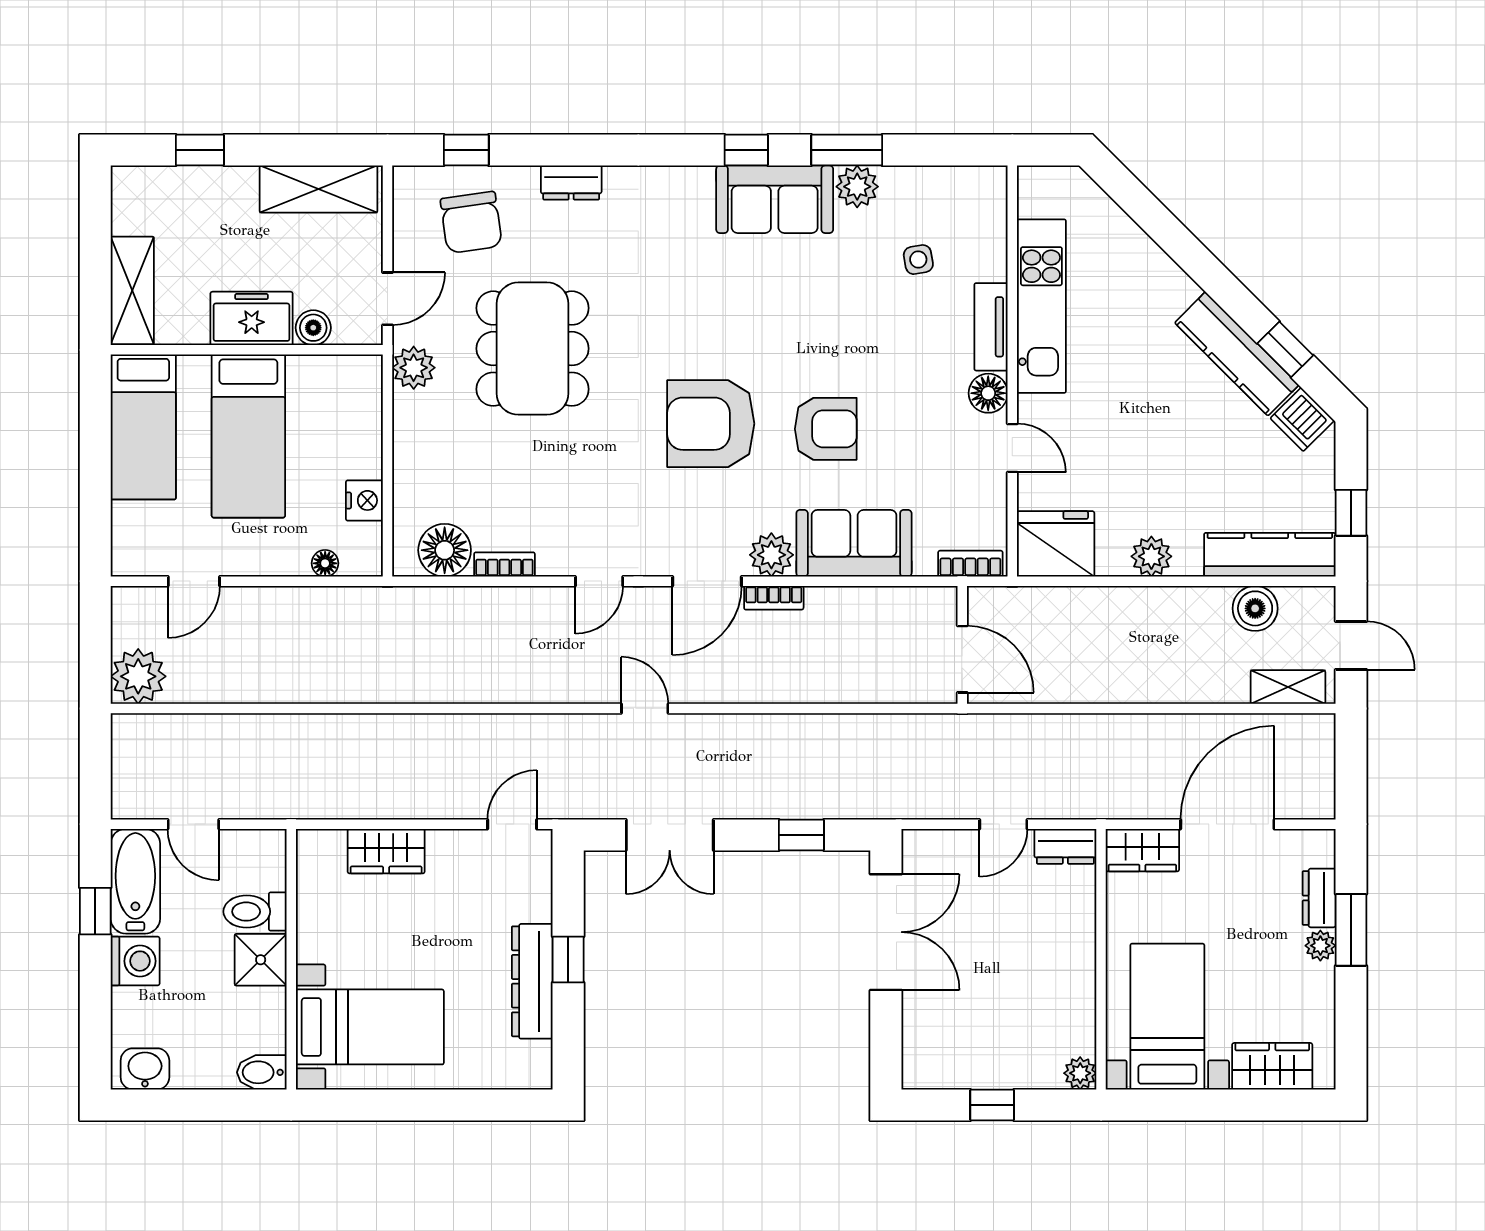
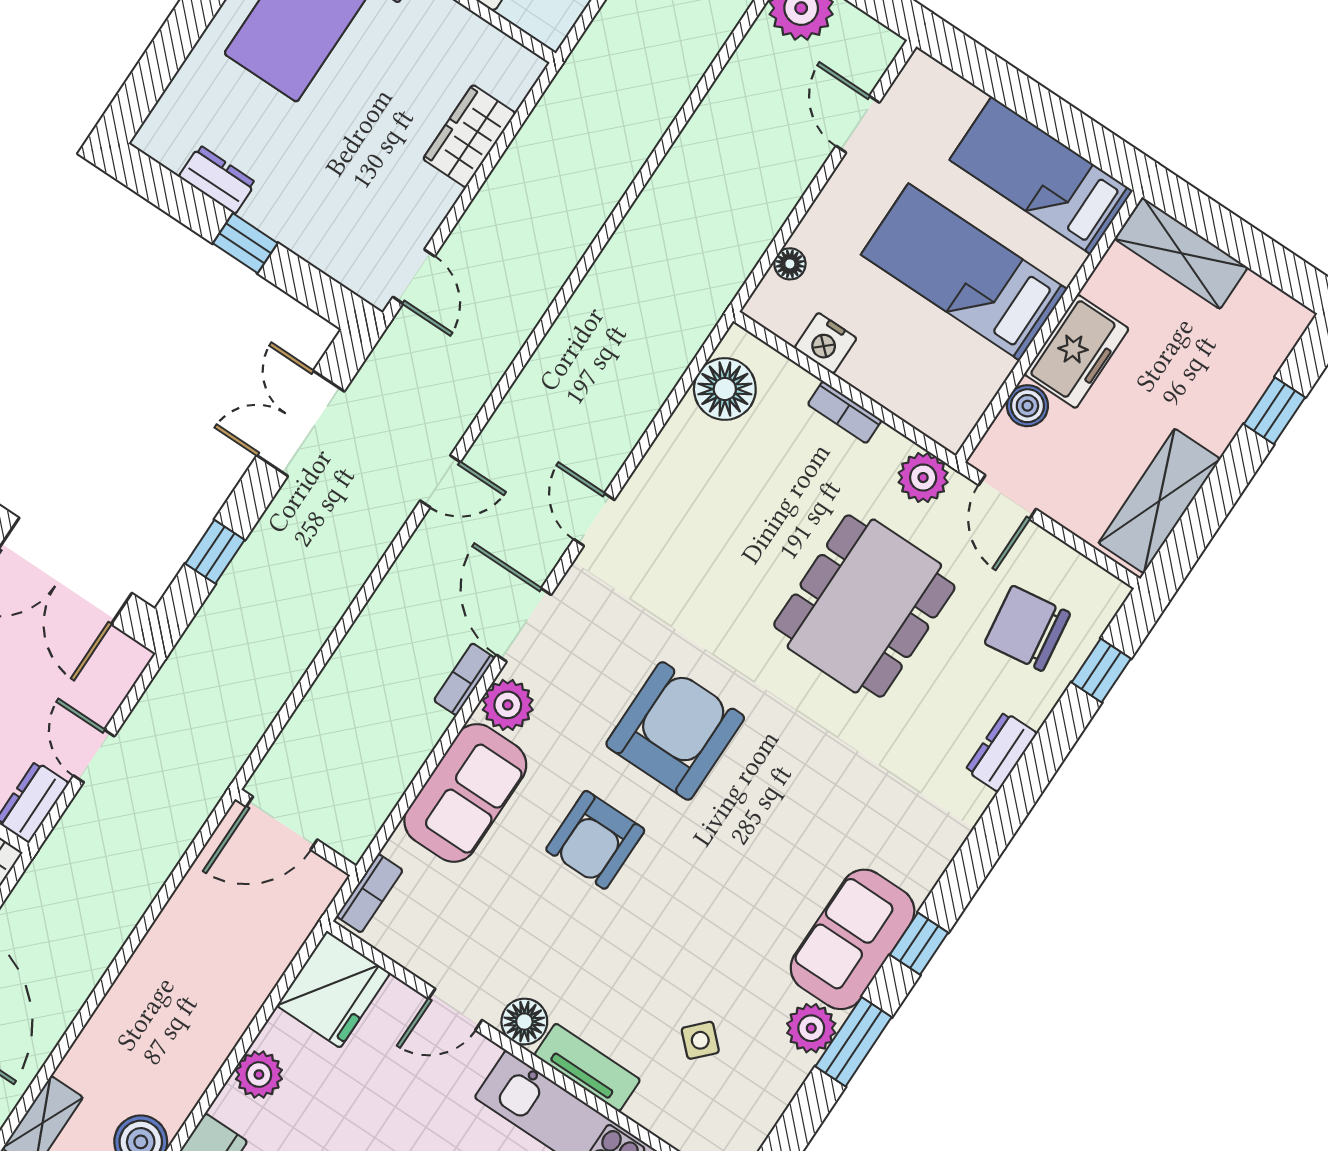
side table: (918, 260) -> (700, 1040), turned -36
dining table: (533, 349) -> (864, 606), turned 90
bookcase: (504, 564) -> (845, 412), moved, turned 90
dresser: (532, 981) -> (217, 180), width x0.51, depth x0.80

